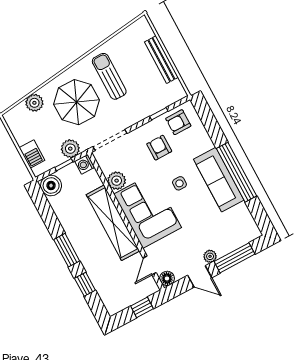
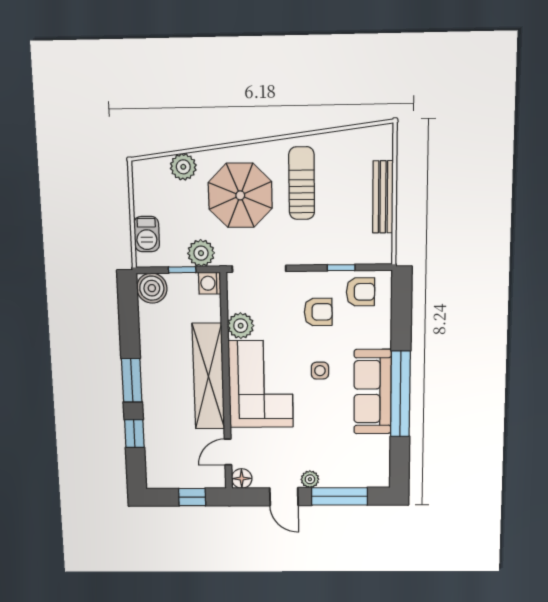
armchair: (178, 122) -> (361, 292), turned 180
armchair: (159, 148) -> (318, 312), turned 90

